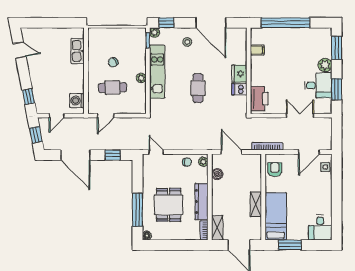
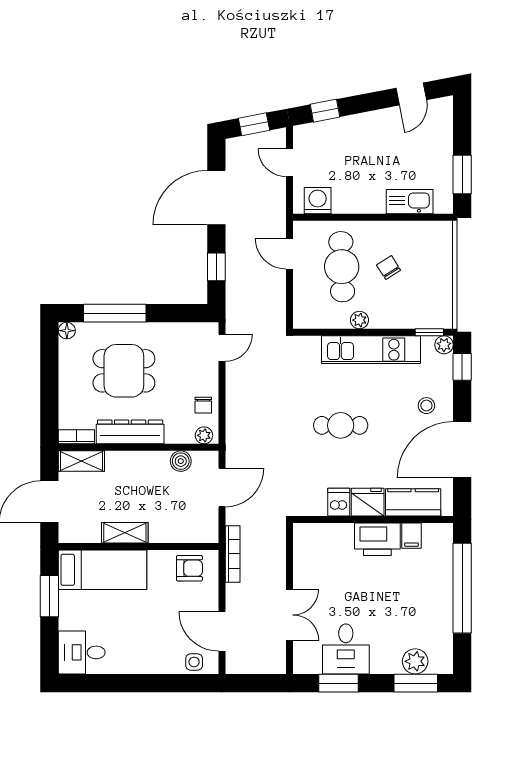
window: (63, 23) -> (462, 174), added
kitchen counter: (239, 49) -> (413, 502), added
plant: (325, 65) -> (415, 661), moved
cafe table: (113, 88) -> (342, 267), width x1.37, depth x1.35
printer: (259, 99) -> (377, 539), moved

